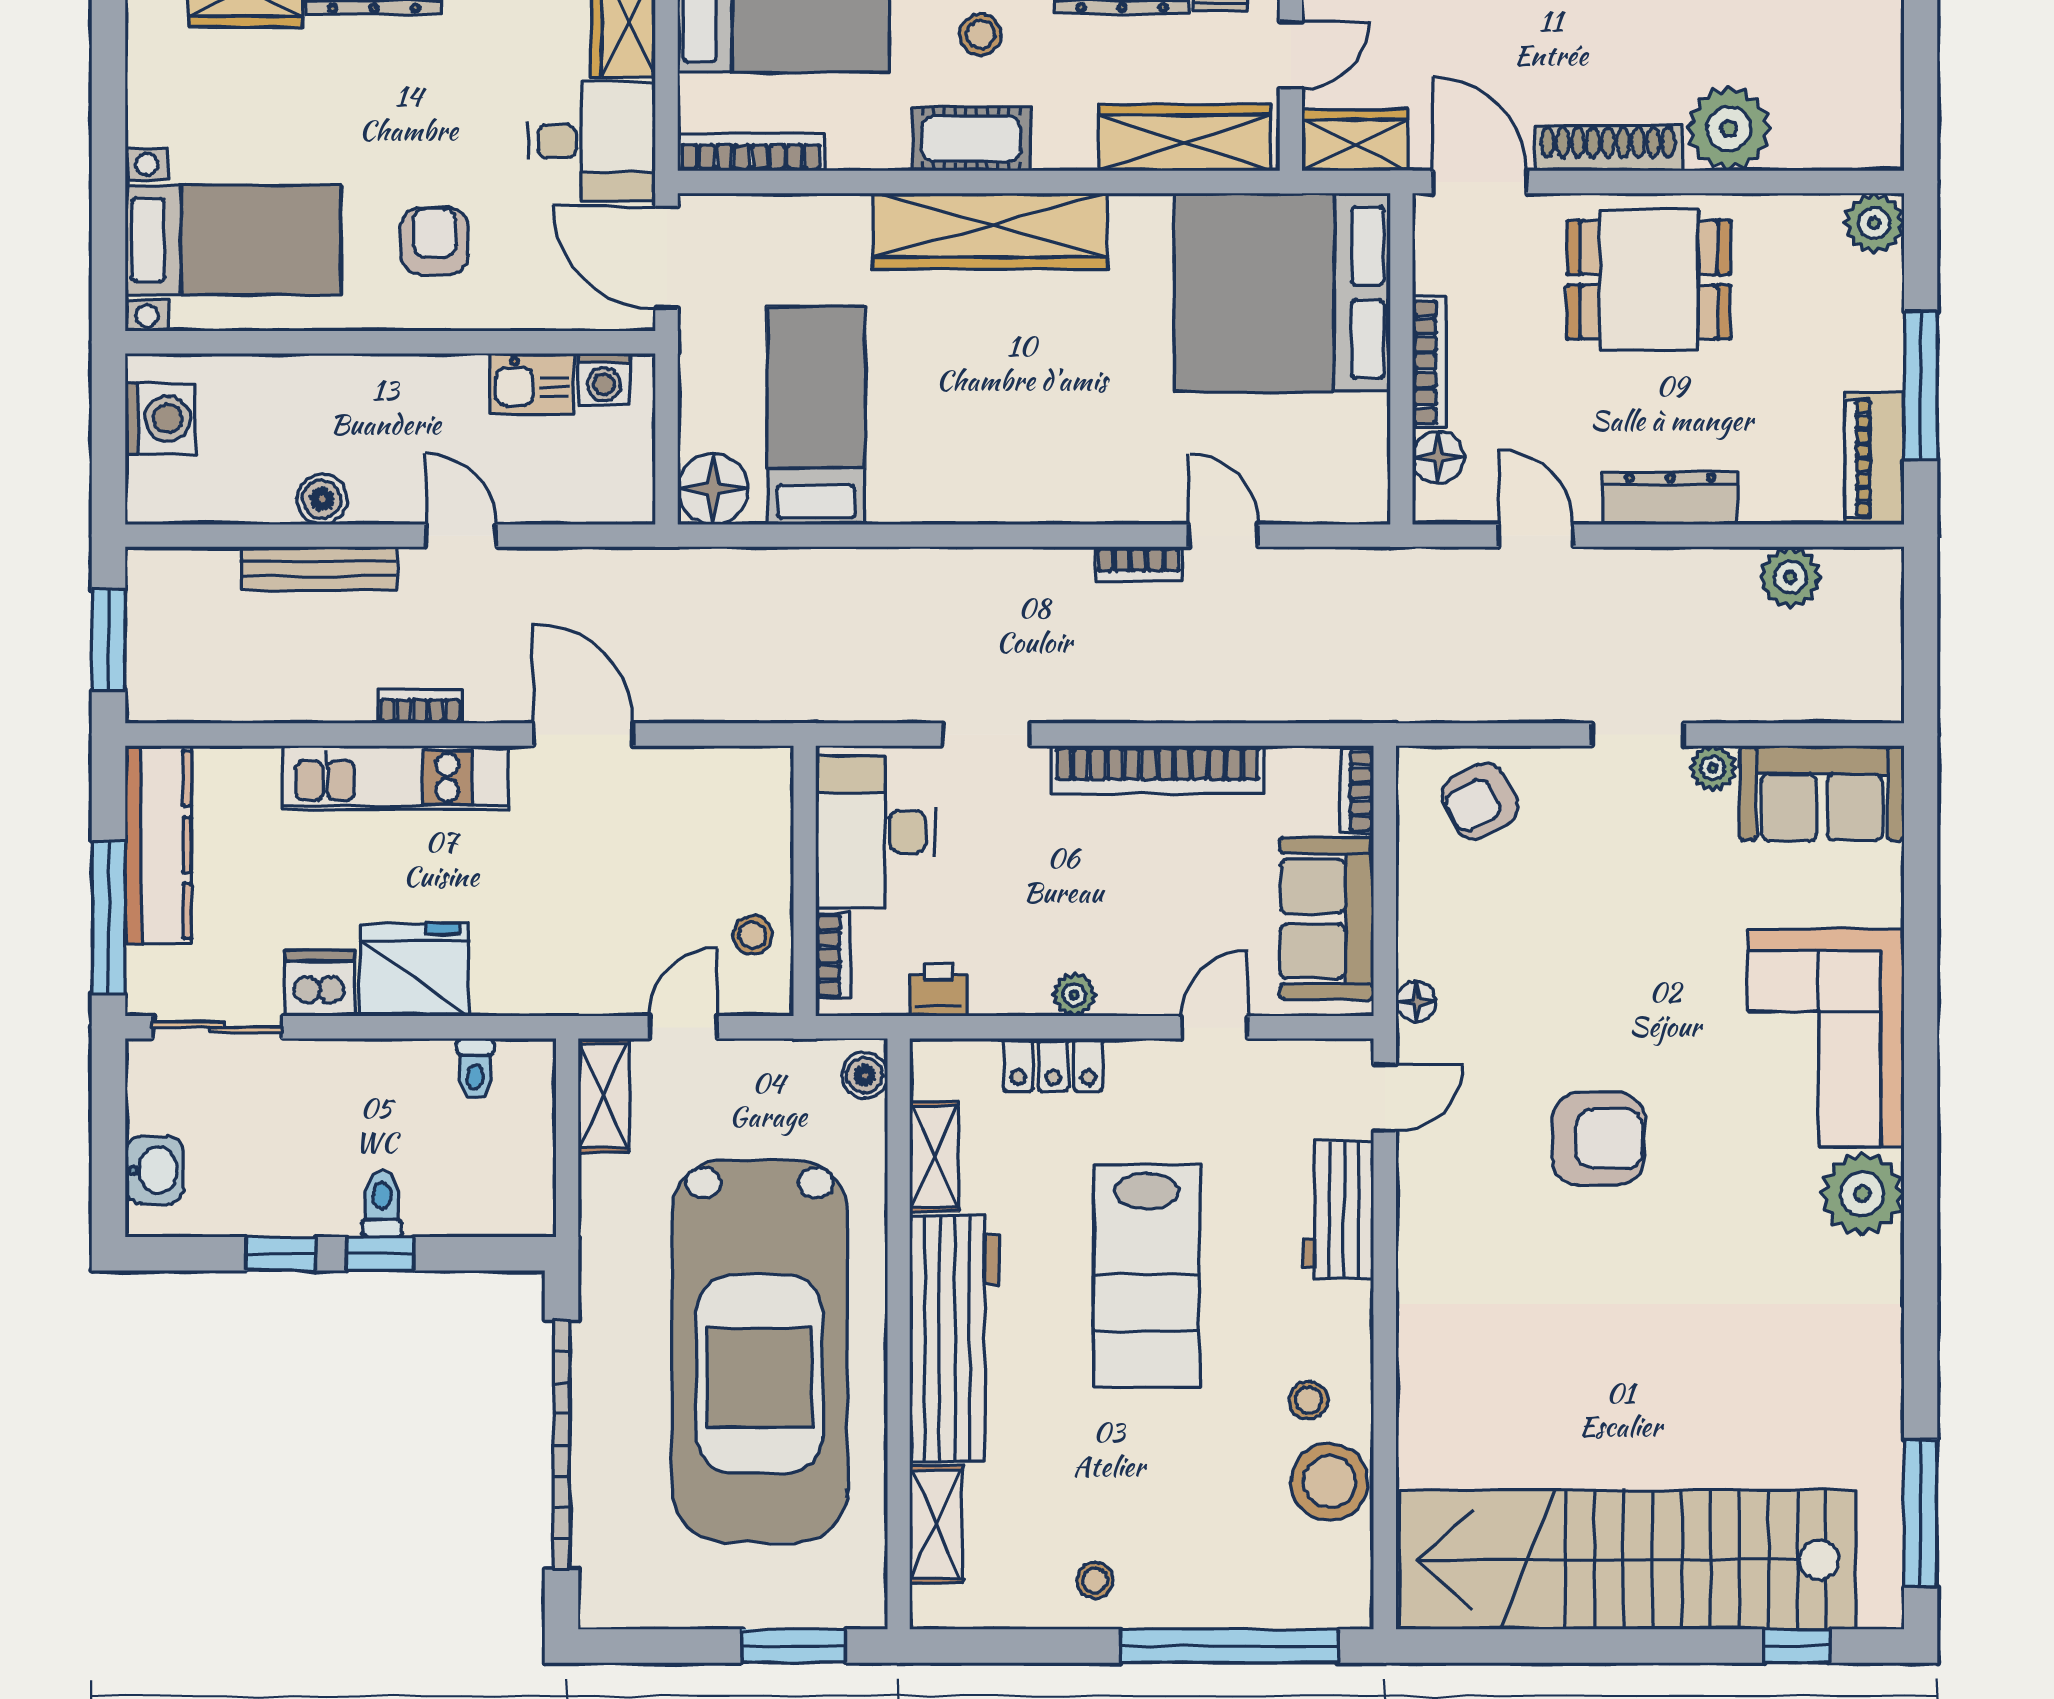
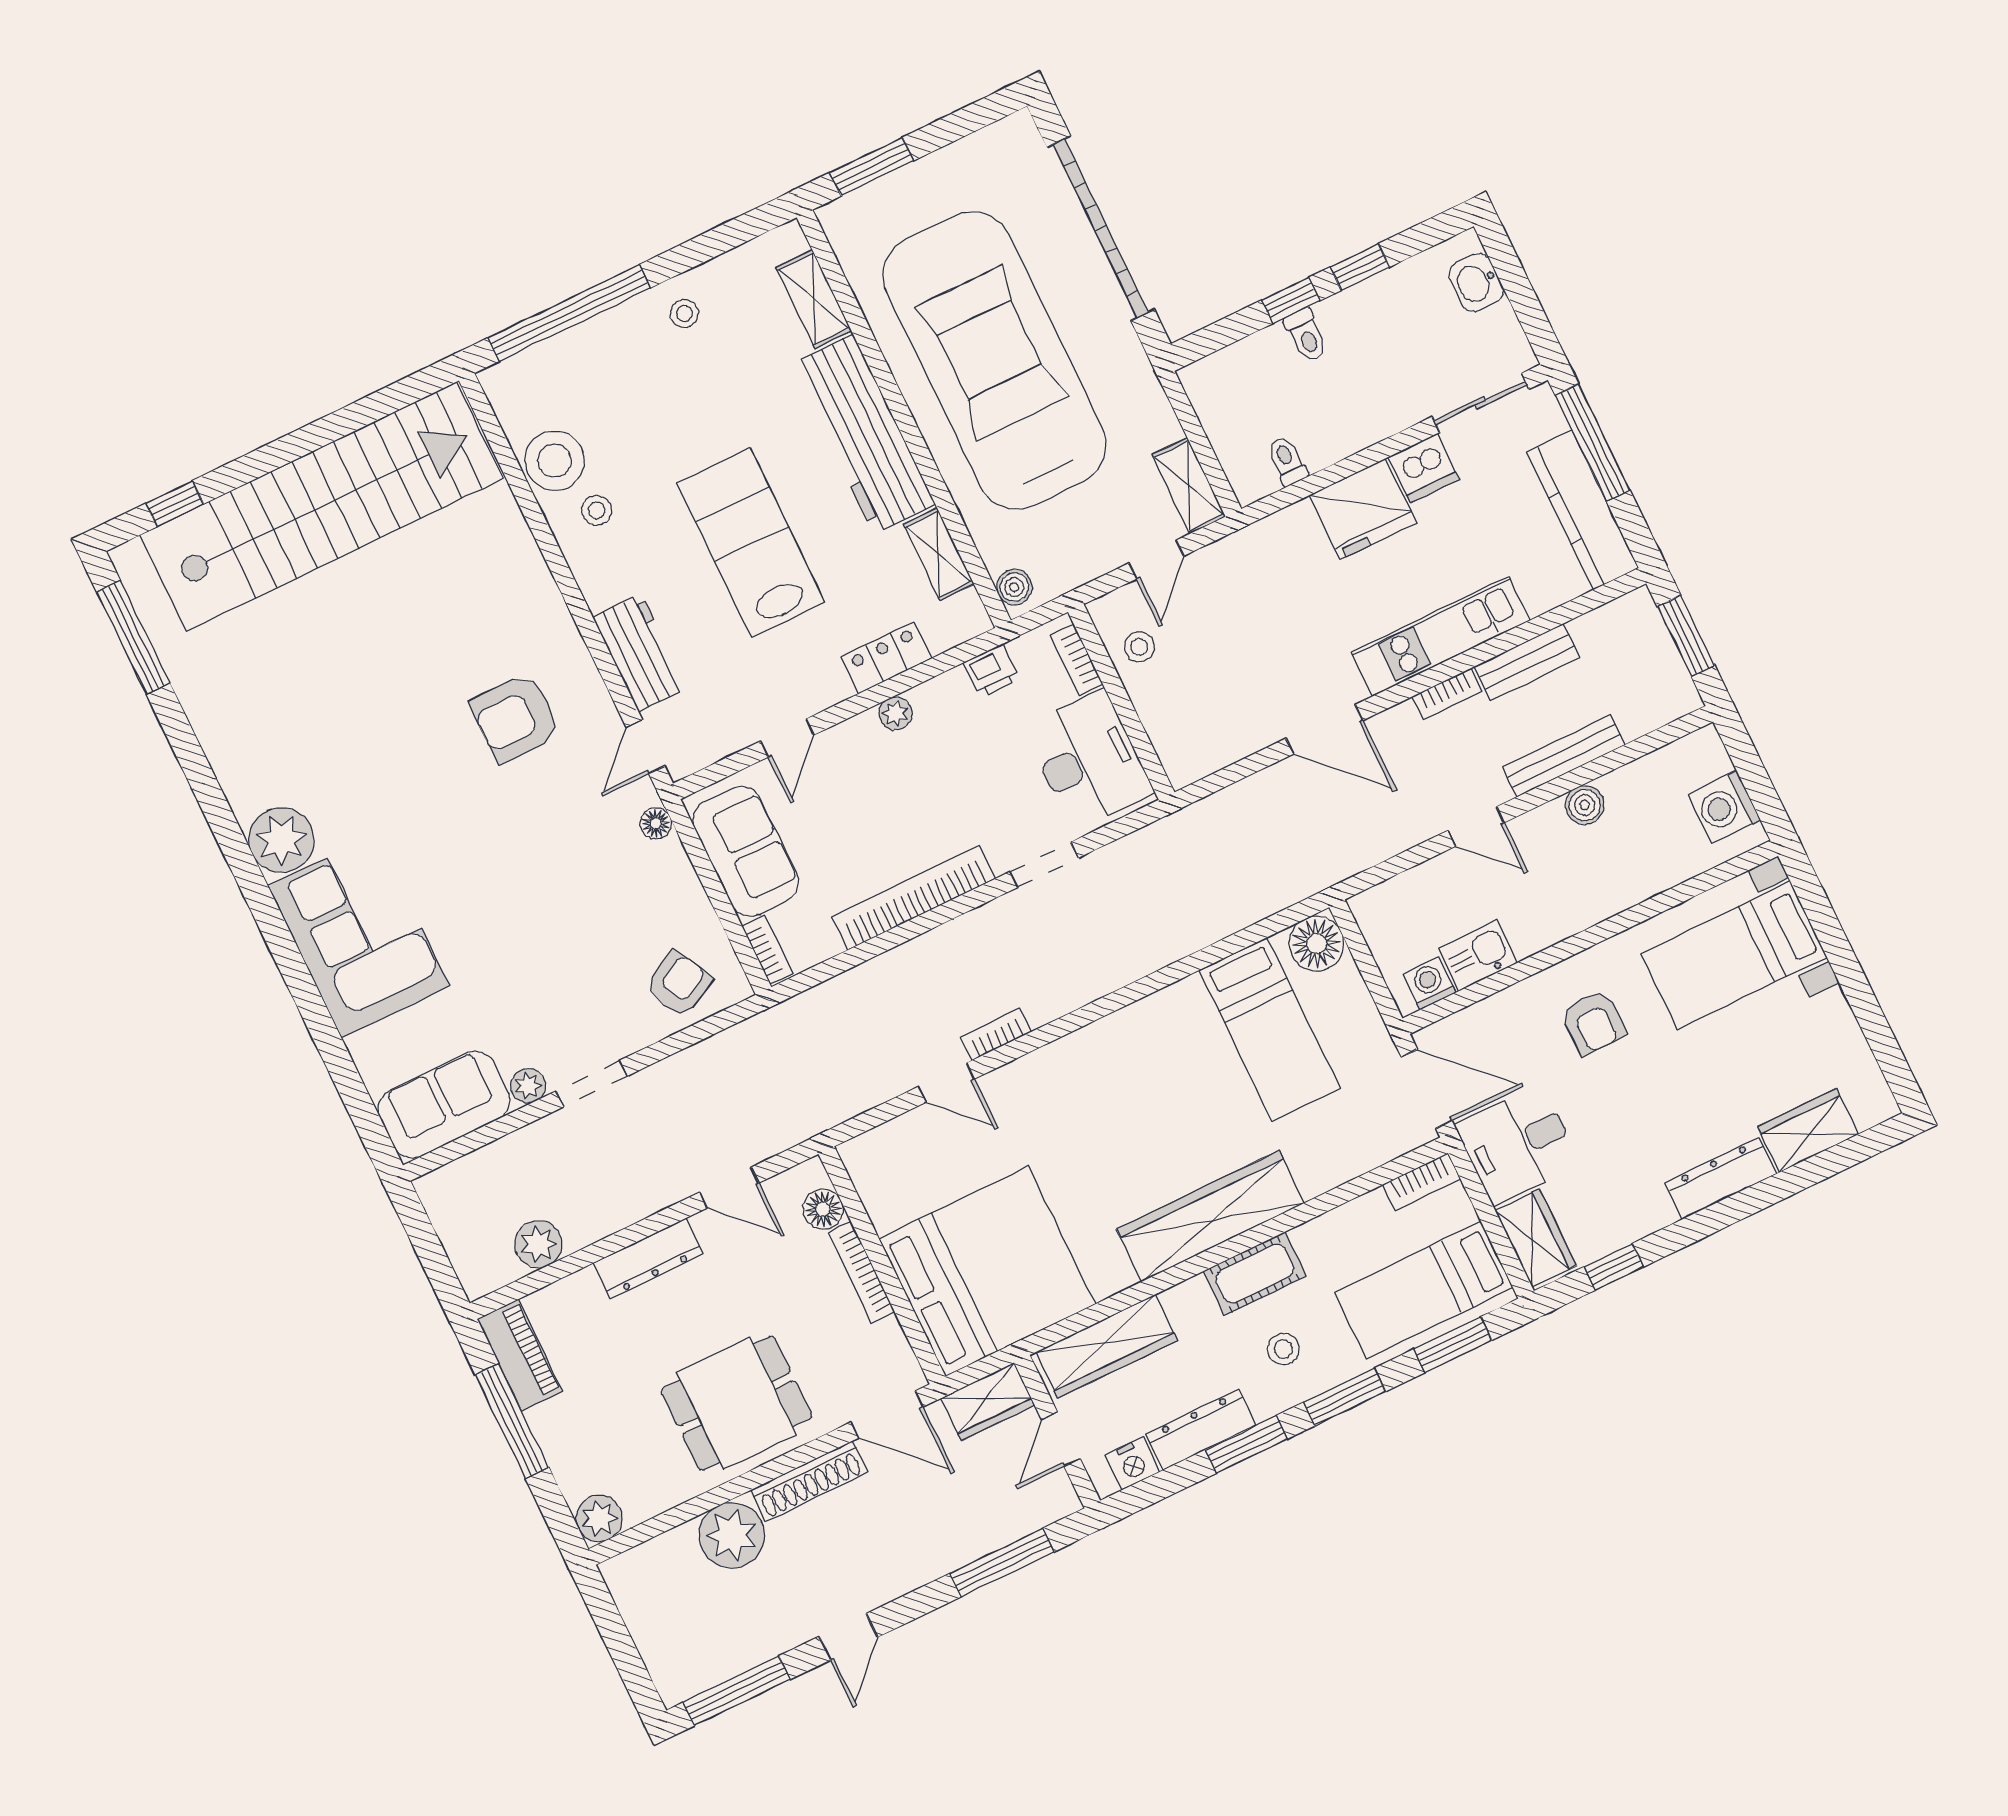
bookcase: (751, 152) -> (1422, 1181), width x0.64
bench: (309, 699) -> (1527, 662), added
armchair: (1598, 1139) -> (515, 718), moved

